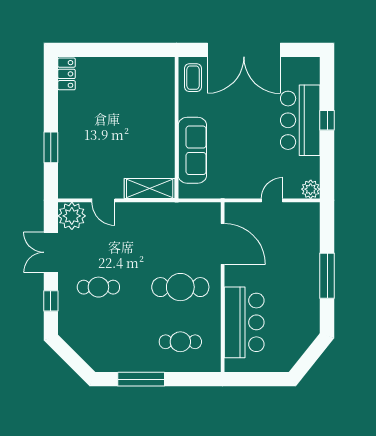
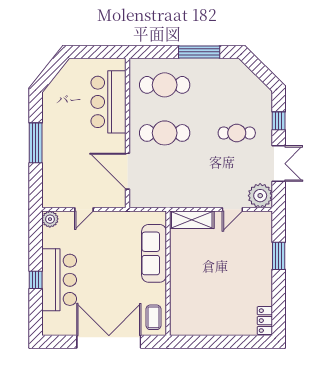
door: (103, 200) -> (232, 209), swing flipped
cafe table: (180, 342) -> (165, 85), width x1.37, depth x1.35

